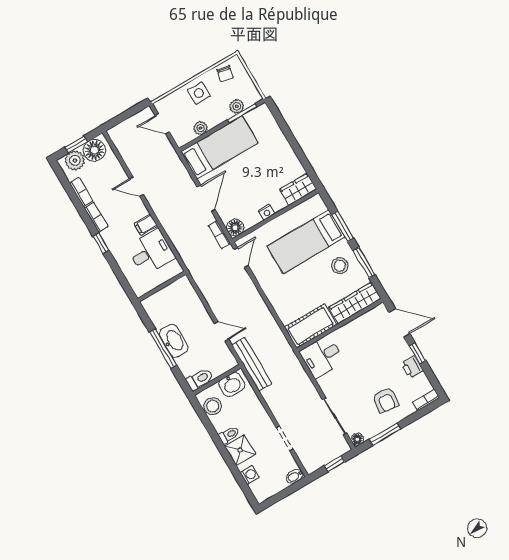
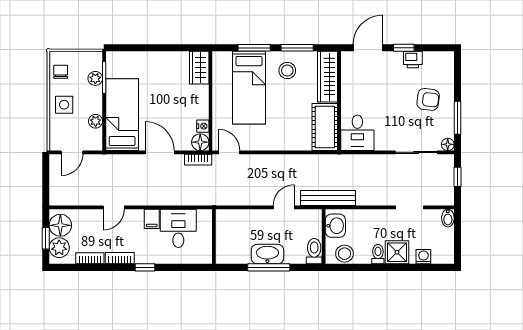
chair: (225, 74) -> (61, 72), turned -102
nightstand: (266, 212) -> (203, 126), moved
bookcase: (426, 400) -> (449, 64), removed

